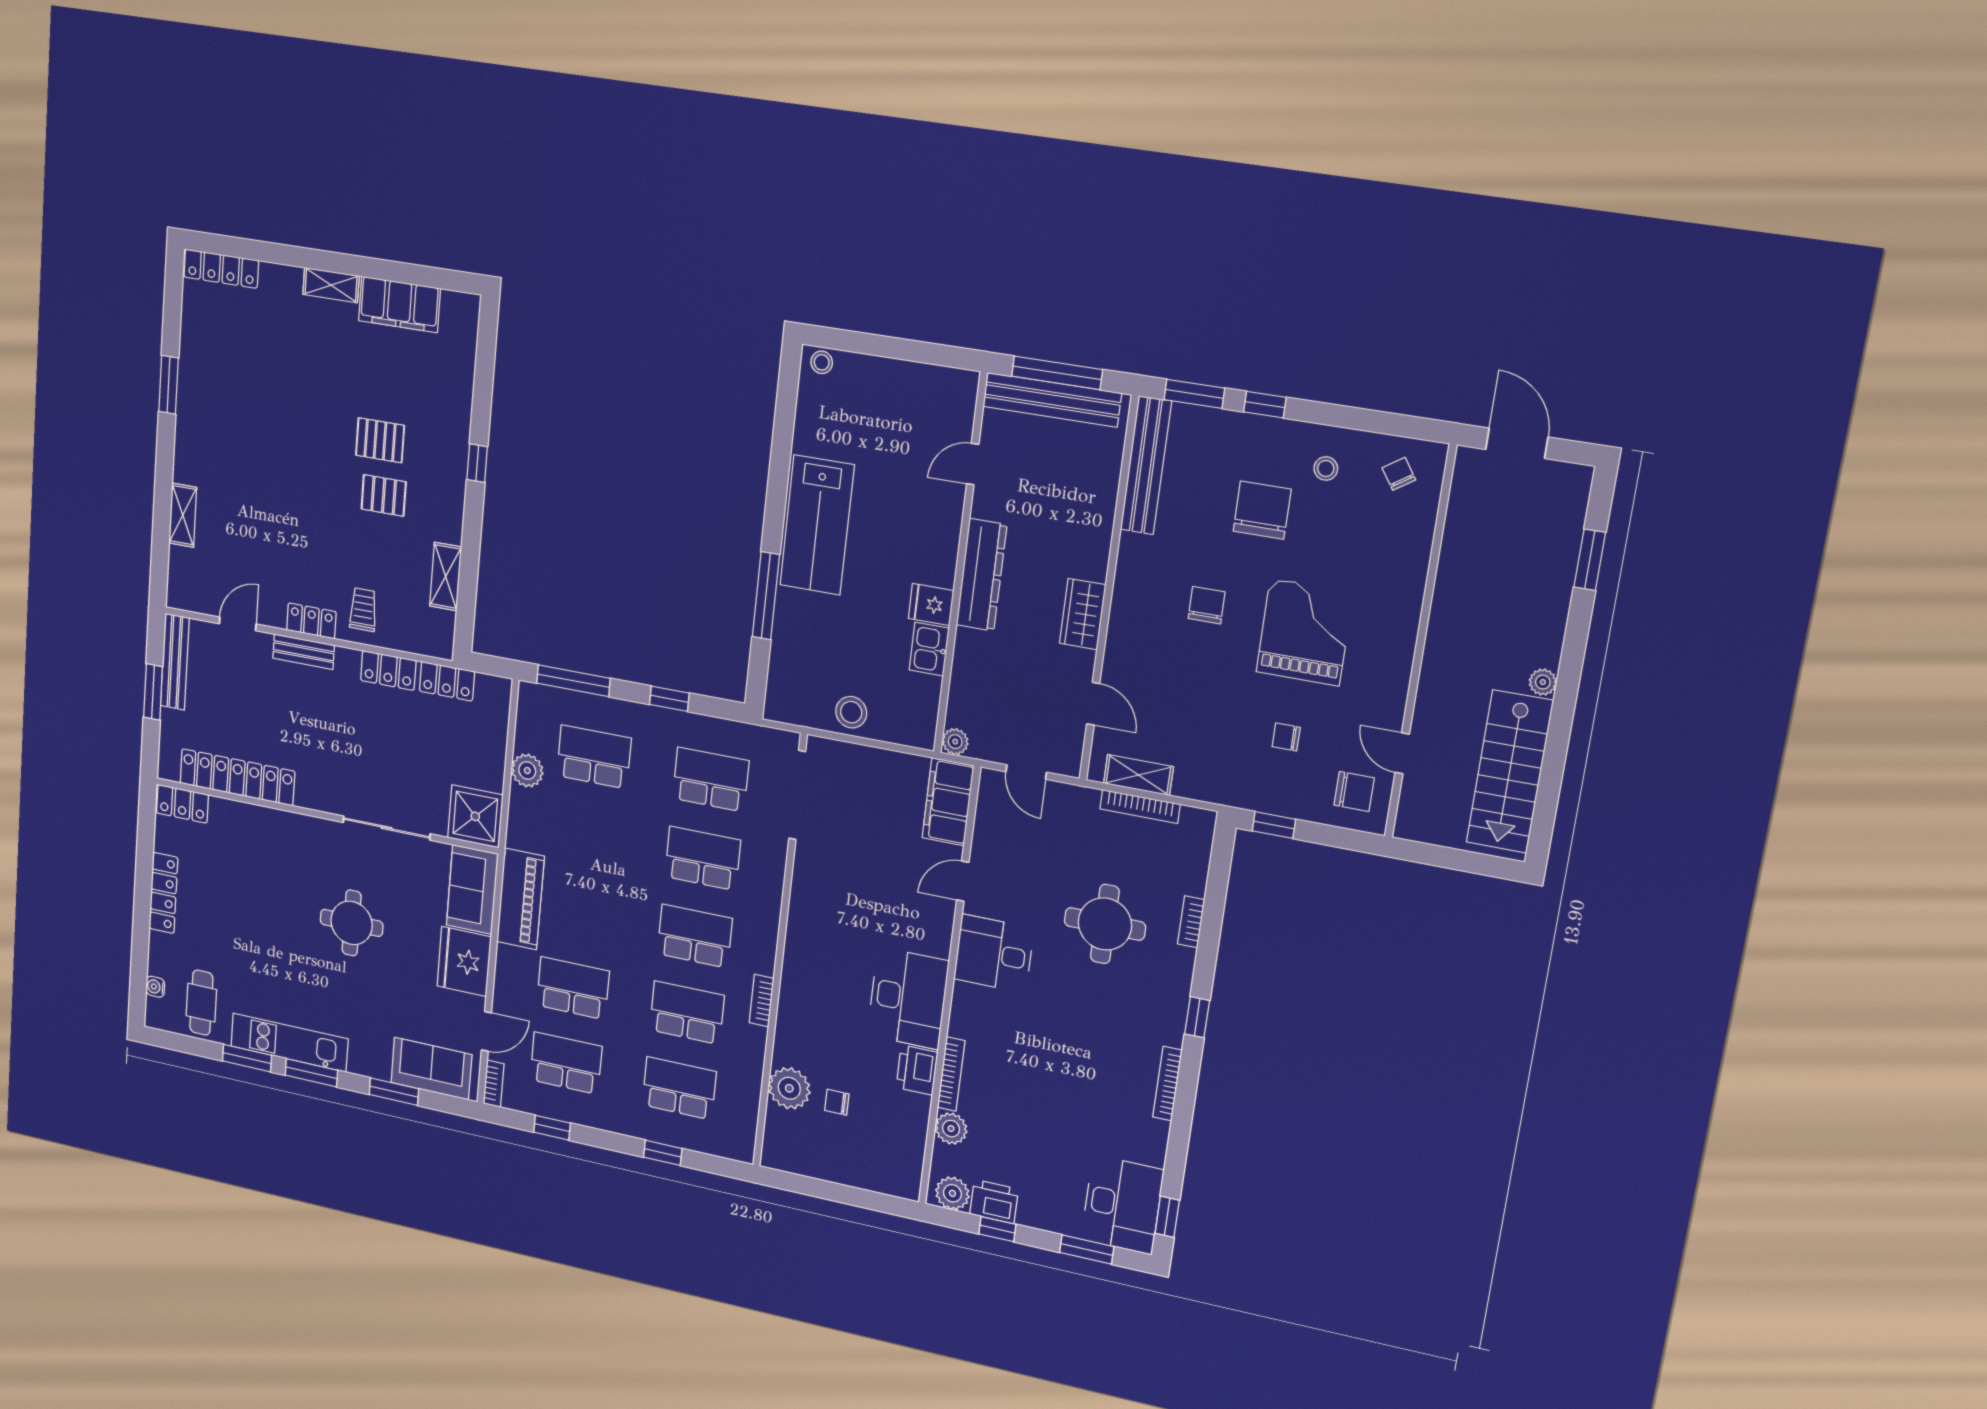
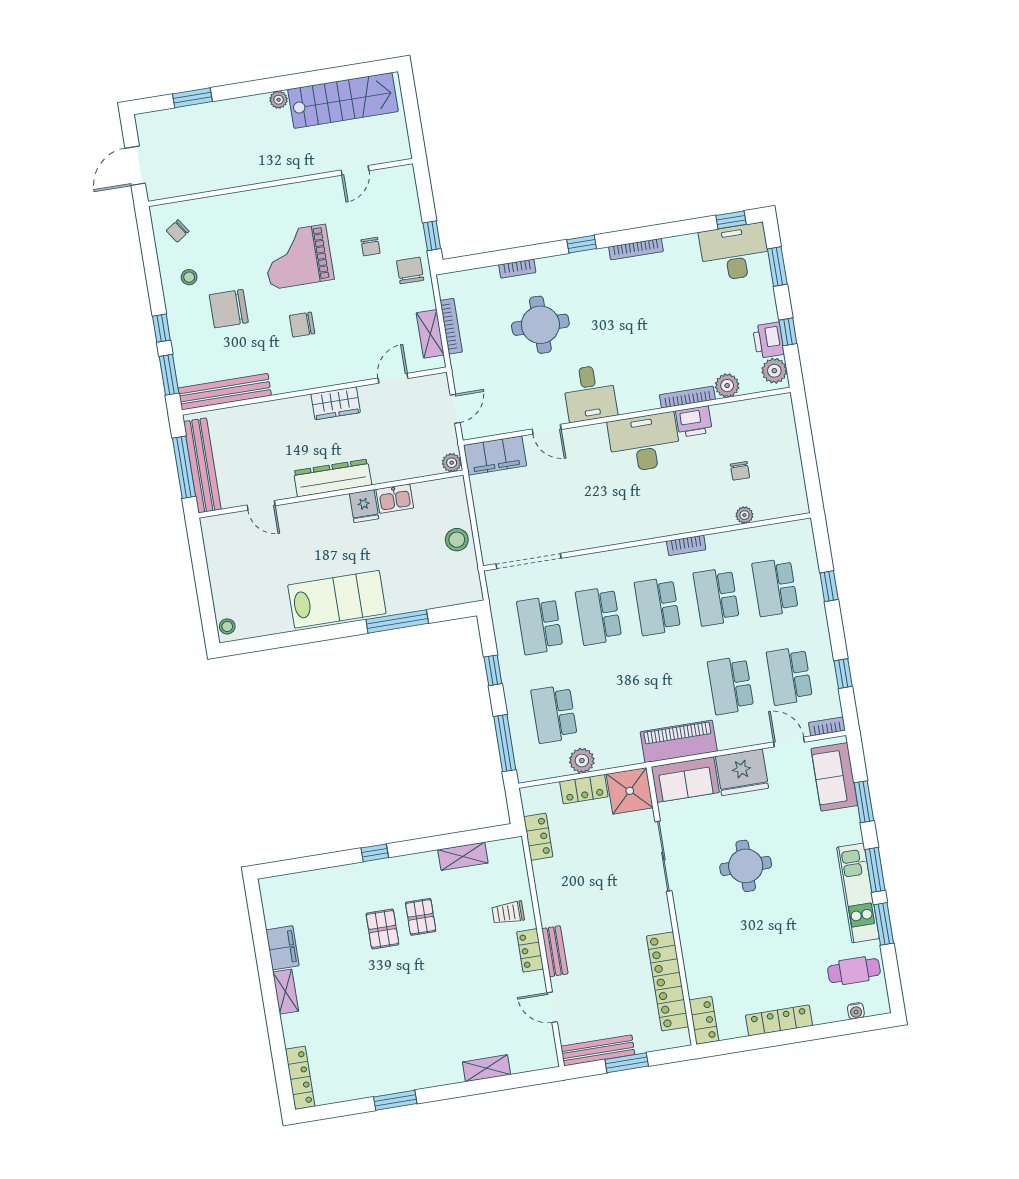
filing cabinet: (399, 304) -> (282, 948), width x0.67, depth x0.86
locker: (388, 670) -> (584, 789), moved, turned 90
chair: (1354, 792) -> (410, 271), moved
plant: (789, 1088) -> (744, 515), width x0.53, depth x0.53

